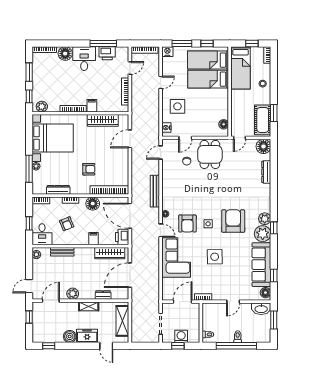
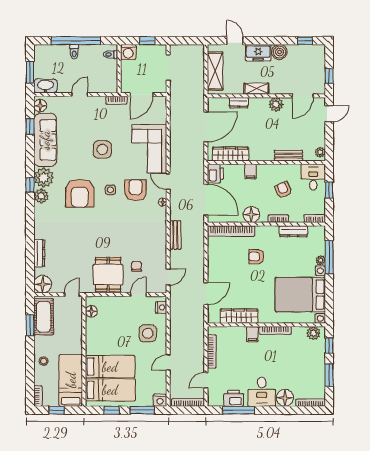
bench: (155, 191) -> (175, 235), width x0.73
washing machine: (181, 336) -> (128, 52), moved

